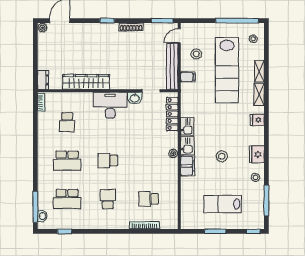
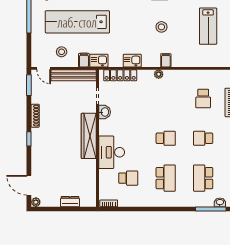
lab bench: (227, 70) -> (77, 22), turned 180
dresser: (43, 80) -> (70, 202), moved
wardrobe: (86, 82) -> (89, 136), moved
desk: (110, 105) -> (112, 152), moved
kitchen sink: (187, 146) -> (99, 61), moved
school desk: (108, 161) -> (166, 138), turned -90
filing cabinet: (188, 166) -> (166, 60), width x0.50
school desk: (67, 199) -> (203, 178), turned 180

